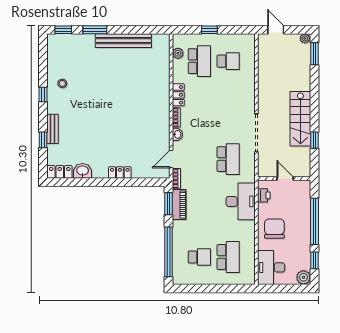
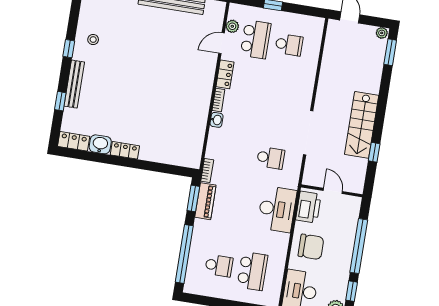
bench: (53, 129) -> (74, 84), width x1.36
door: (171, 159) -> (221, 43), moved
school desk: (228, 159) -> (271, 158), width x0.54
locker: (120, 173) -> (125, 150), moved
printer: (264, 195) -> (308, 207), width x1.87, depth x1.48
chair: (274, 229) -> (311, 247), turned 90

